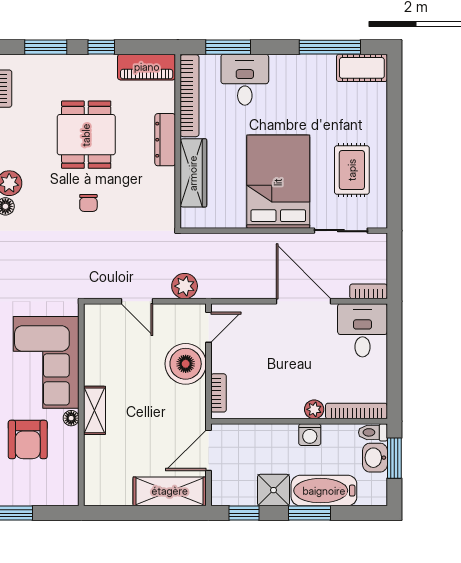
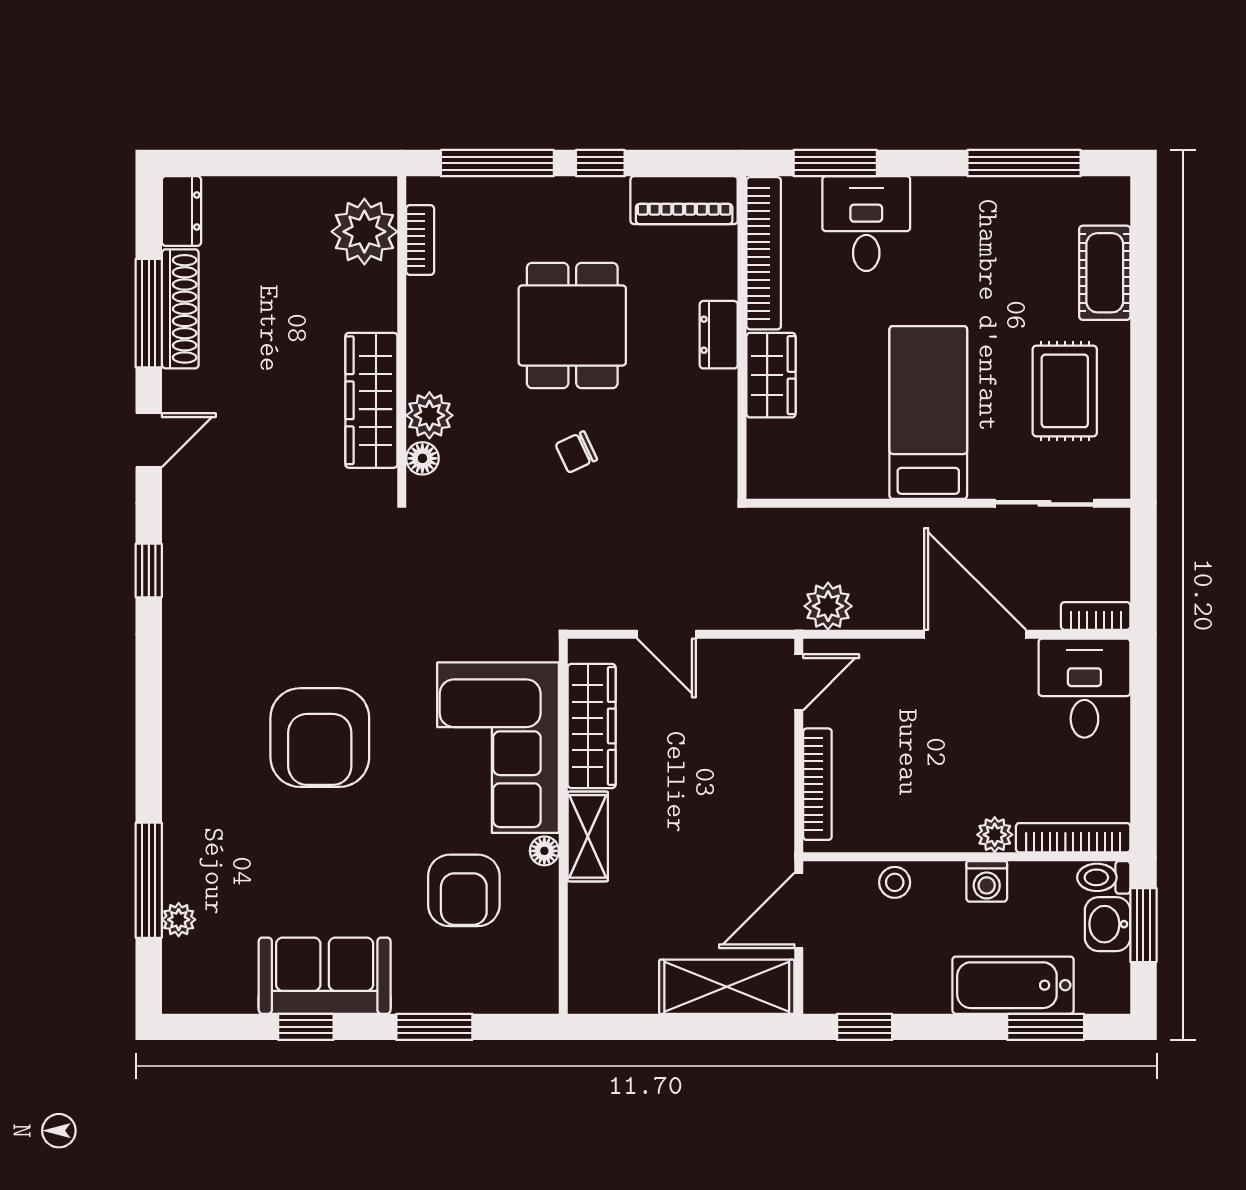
window: (46, 47) -> (497, 163), width x1.44
cot: (362, 68) -> (1105, 273), moved, turned 90
dresser: (165, 140) -> (719, 335), width x0.70
wardrobe: (193, 173) -> (771, 375), width x0.67
bed: (278, 182) -> (928, 413), width x0.67
chair: (88, 203) -> (576, 452), turned 65
plant: (185, 286) -> (828, 606), moved
wardrobe: (97, 351) -> (592, 726), added
boiler: (186, 364) -> (756, 750), removed
bookcase: (218, 393) -> (817, 784), width x1.56
stool: (260, 435) -> (895, 882), added
shower: (273, 490) -> (919, 984), removed
window: (310, 513) -> (1046, 1027), moved

